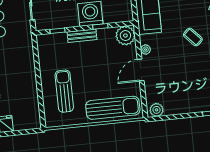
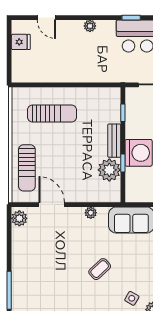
plant: (125, 36) -> (109, 170), moved
door: (141, 70) -> (52, 205), moved
sun lounger: (113, 108) -> (27, 168), width x0.73, depth x0.75

